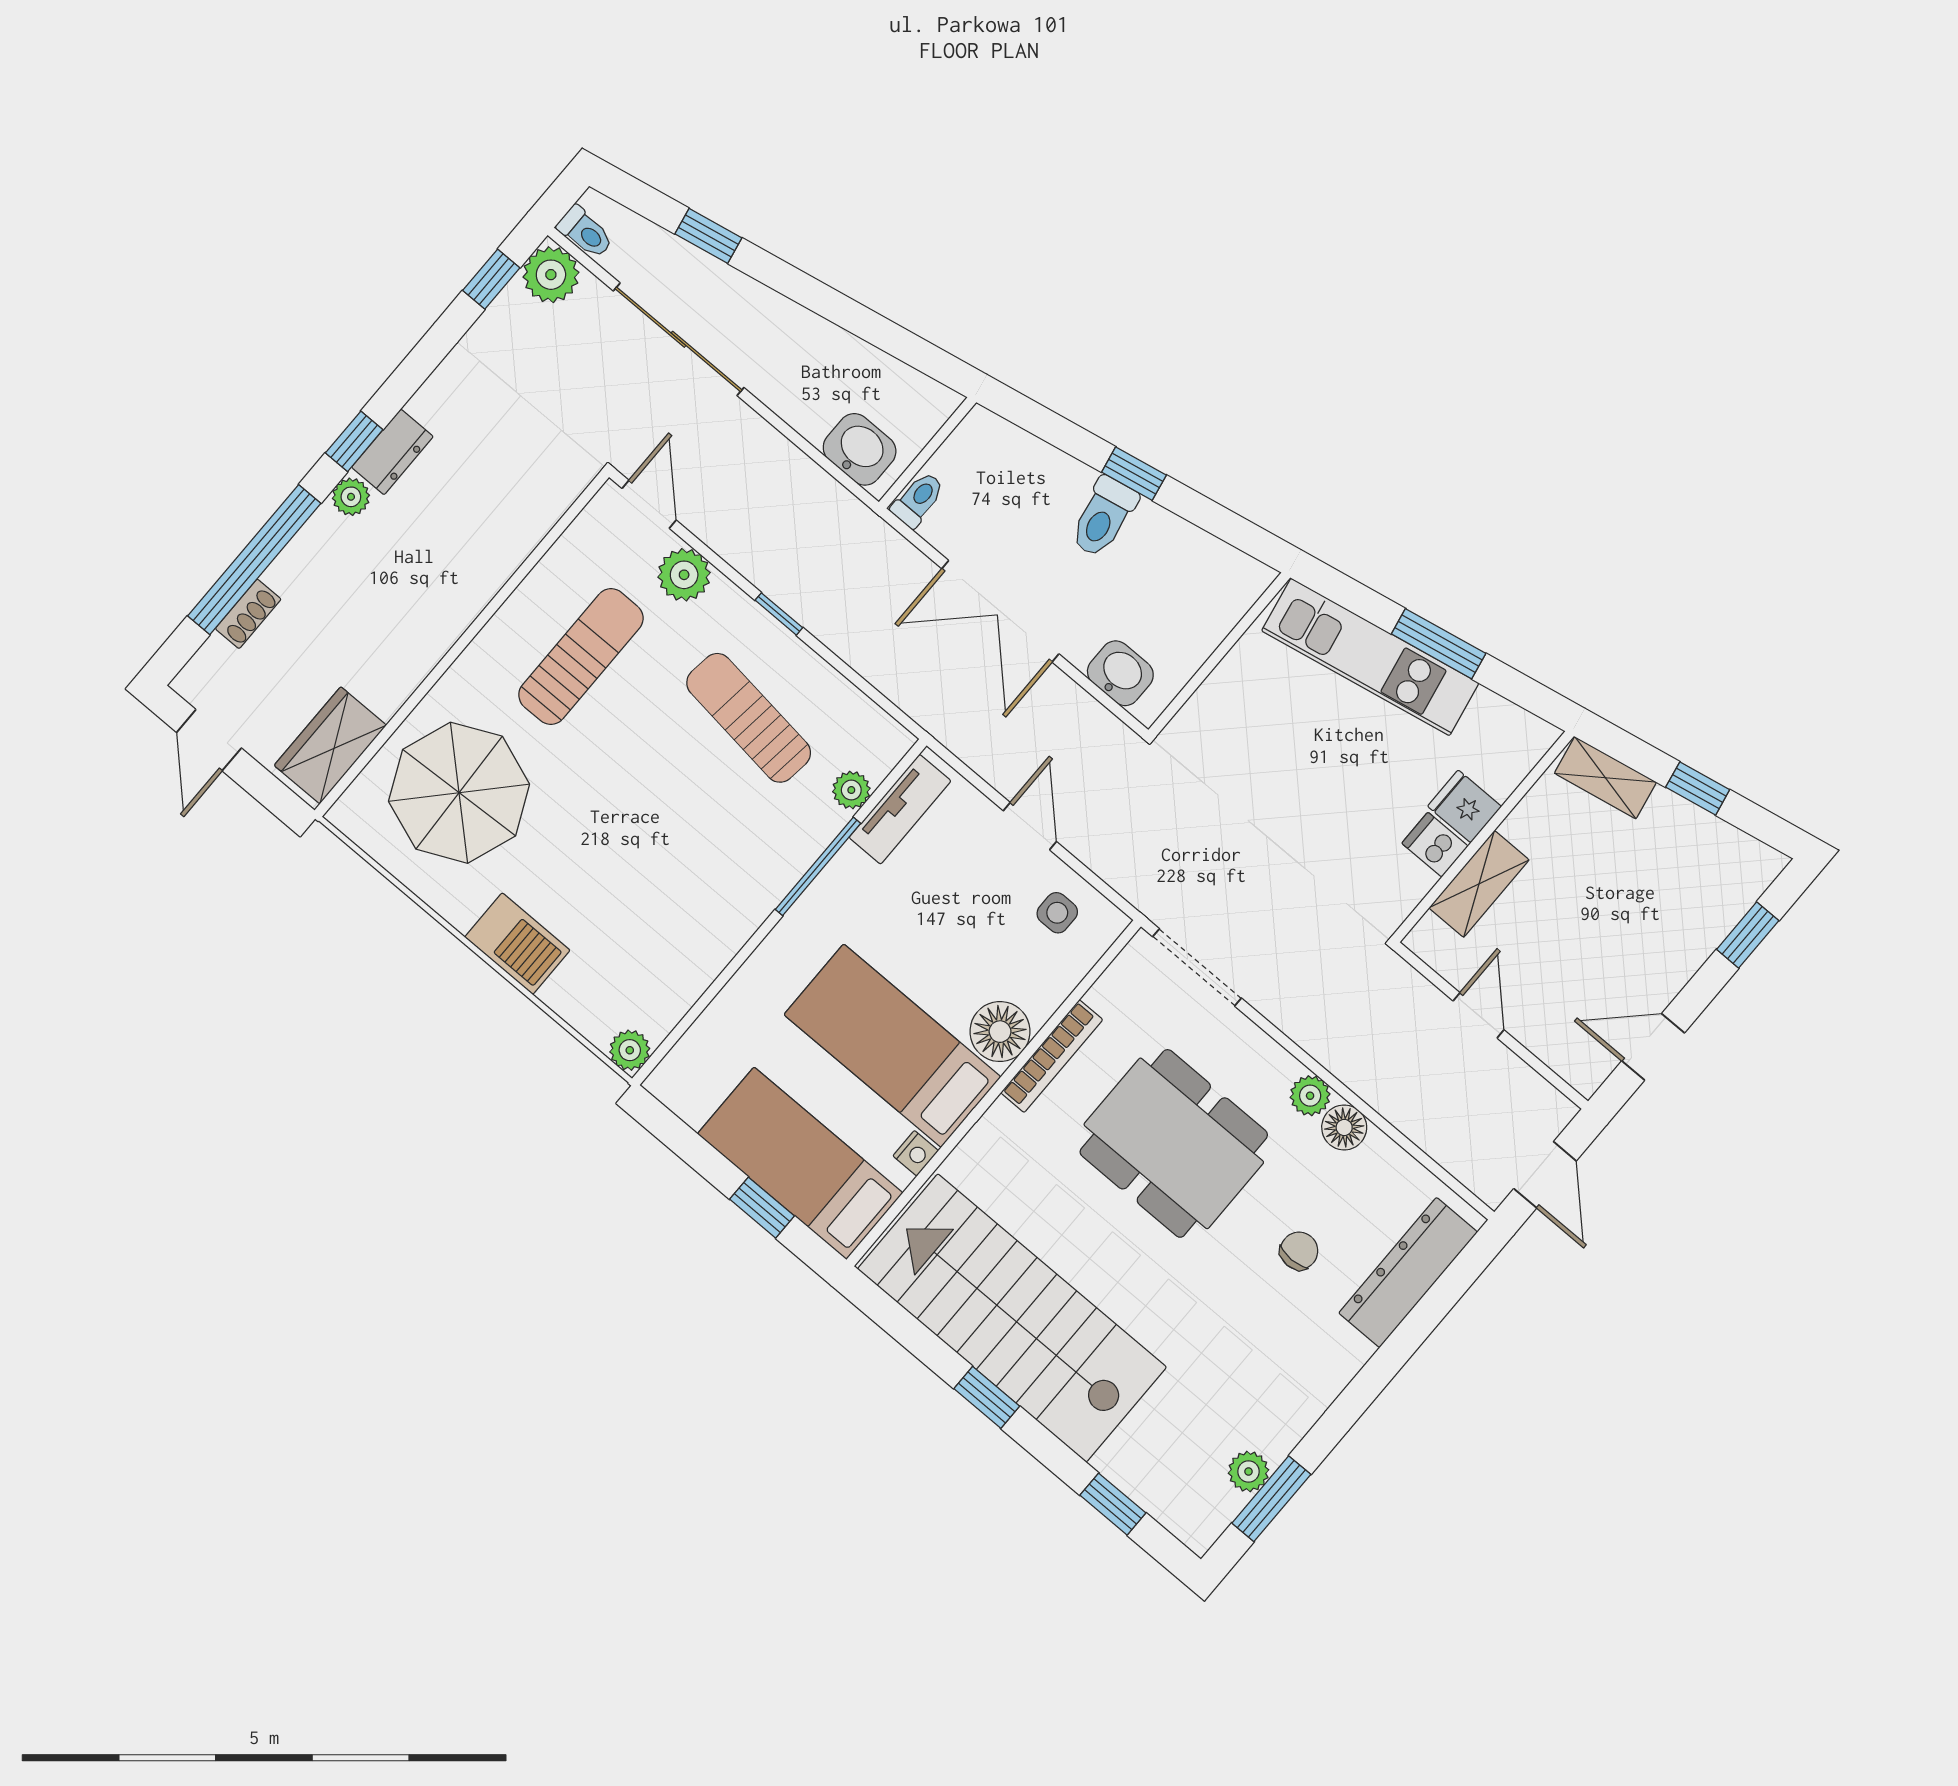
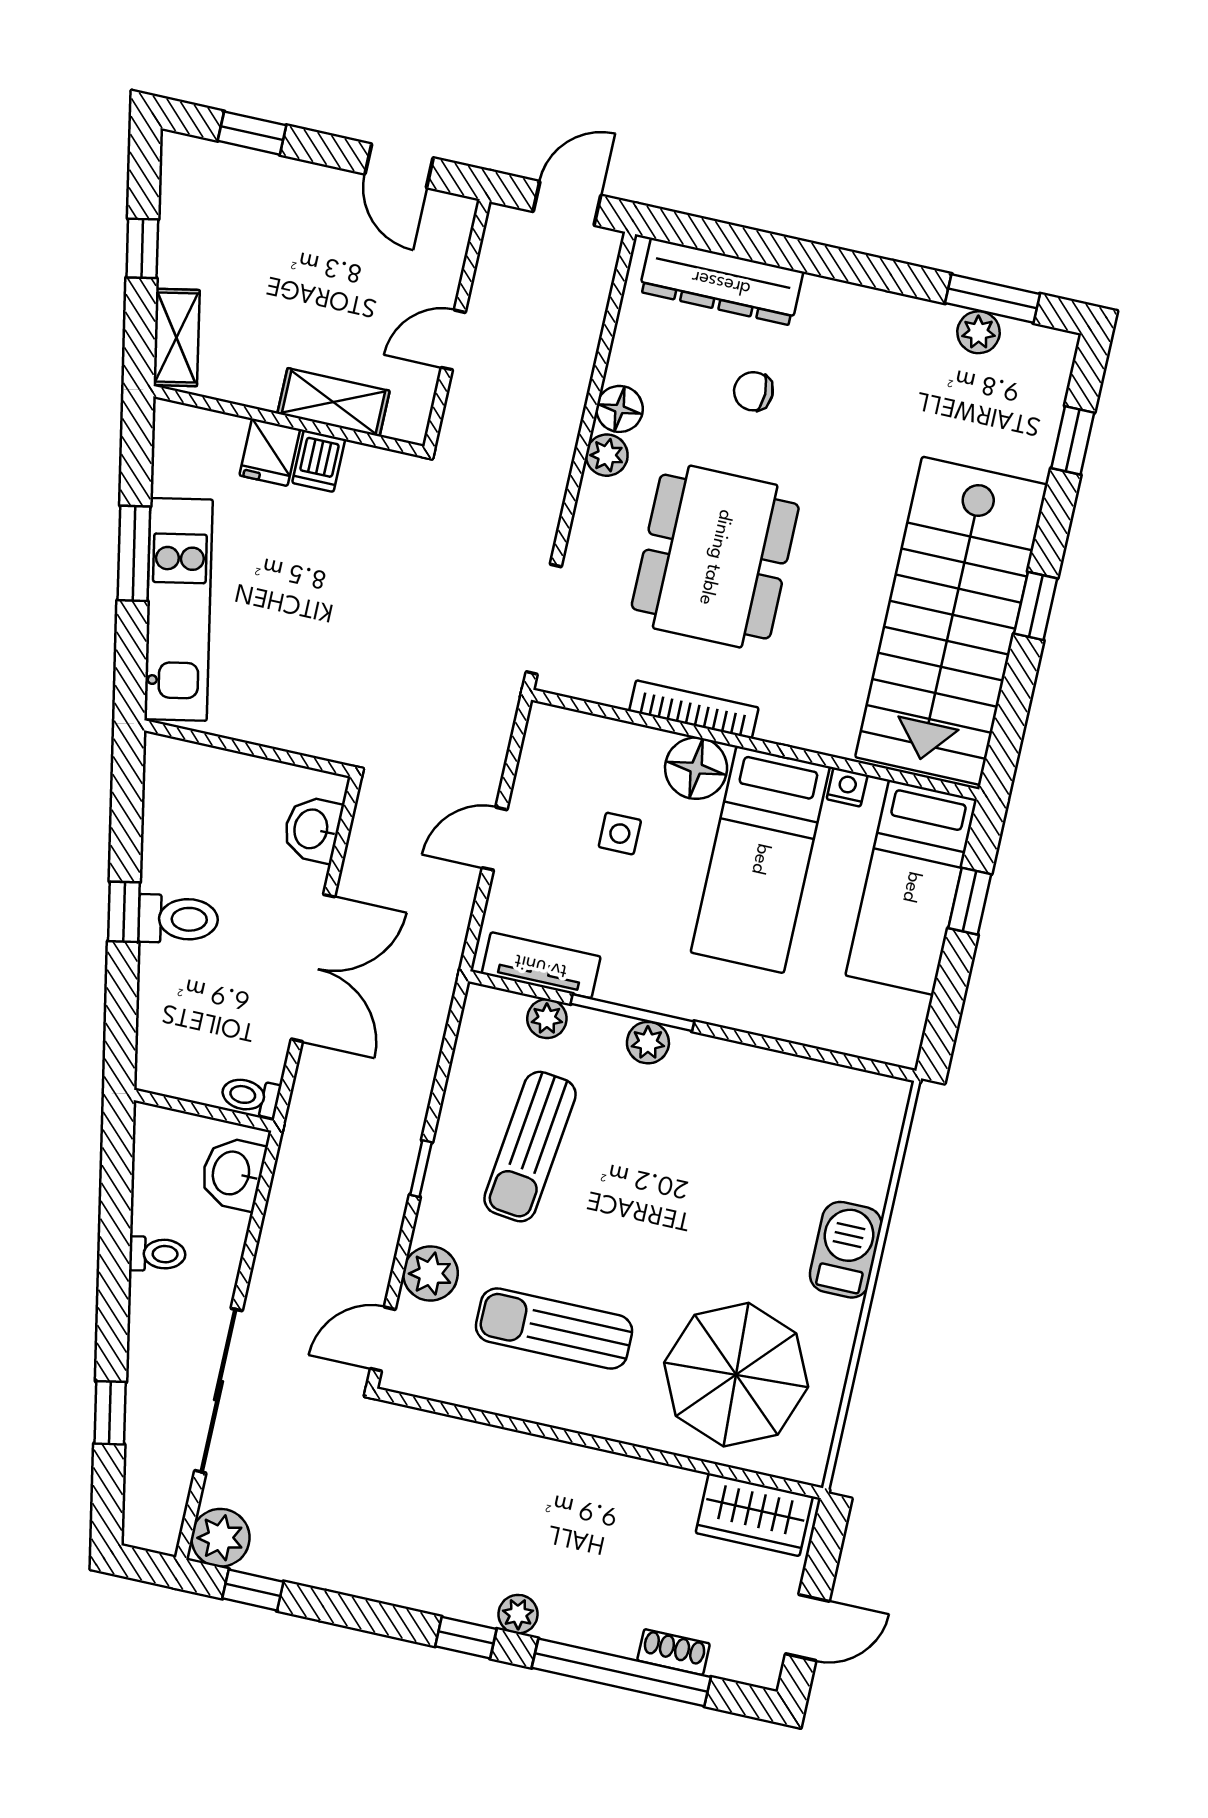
toilet: (585, 232) -> (157, 1254), moved, turned 79
dresser: (392, 452) -> (457, 1598), removed
side table: (1057, 913) -> (620, 834), moved
plant: (630, 1050) -> (648, 1043), moved

